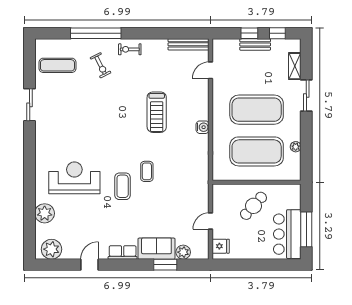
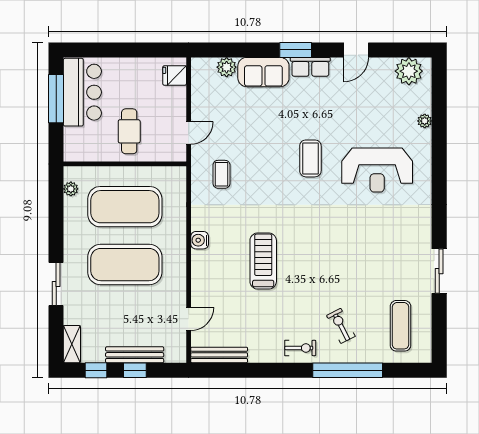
bench: (255, 44) -> (135, 355), width x1.36
exercise mat: (57, 65) -> (400, 326), turned 90
shelving: (295, 66) -> (72, 344), moved
plant: (296, 147) -> (71, 189), moved
coffee table: (147, 171) -> (222, 174), moved
cafe table: (253, 206) -> (129, 131), turned -42
plant: (45, 213) -> (425, 121), width x0.53, depth x0.53
door: (211, 221) -> (189, 133), moved
window: (165, 265) -> (296, 50), moved

